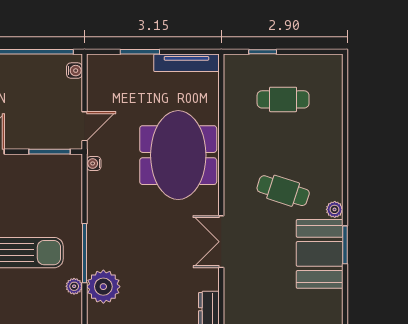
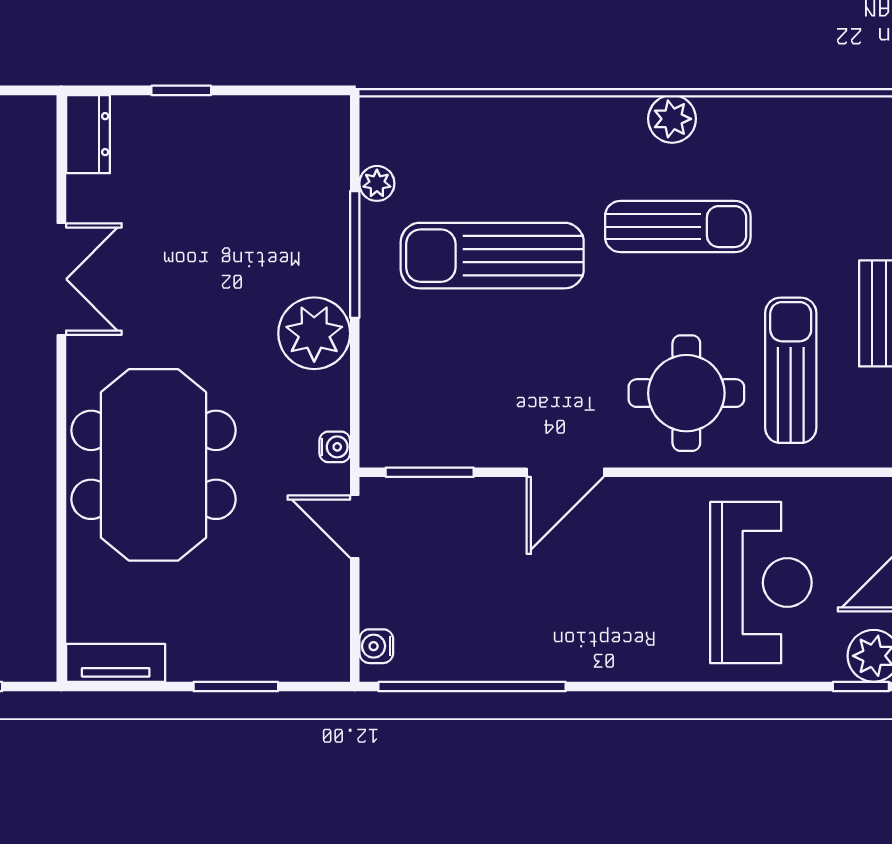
tv unit: (186, 63) -> (116, 663), width x0.71
door: (84, 126) -> (355, 527), hinge flipped
plant: (103, 287) -> (314, 333), moved

